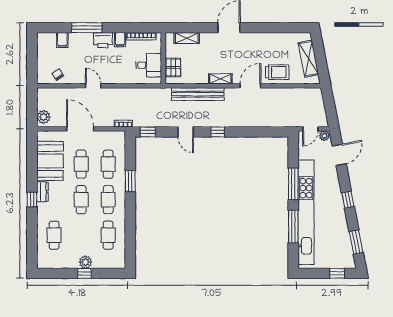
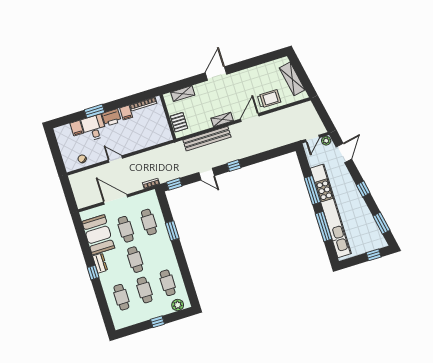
window: (87, 28) -> (95, 111), width x0.69
desk: (149, 65) -> (94, 128), moved, turned -90
plant: (44, 117) -> (81, 199), removed
cafe table: (108, 200) -> (145, 290), moved
plant: (85, 262) -> (178, 305), moved

